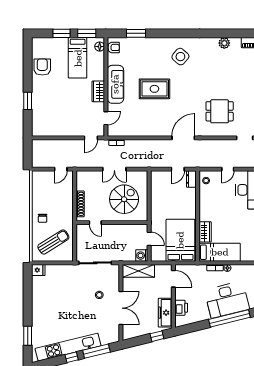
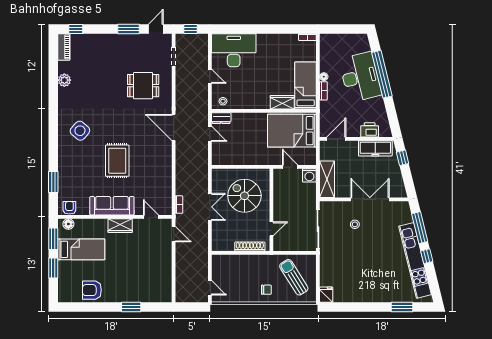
dining table: (220, 111) -> (143, 86), turned 90
door: (61, 169) -> (210, 288), moved
door: (149, 239) -> (290, 167), hinge flipped

